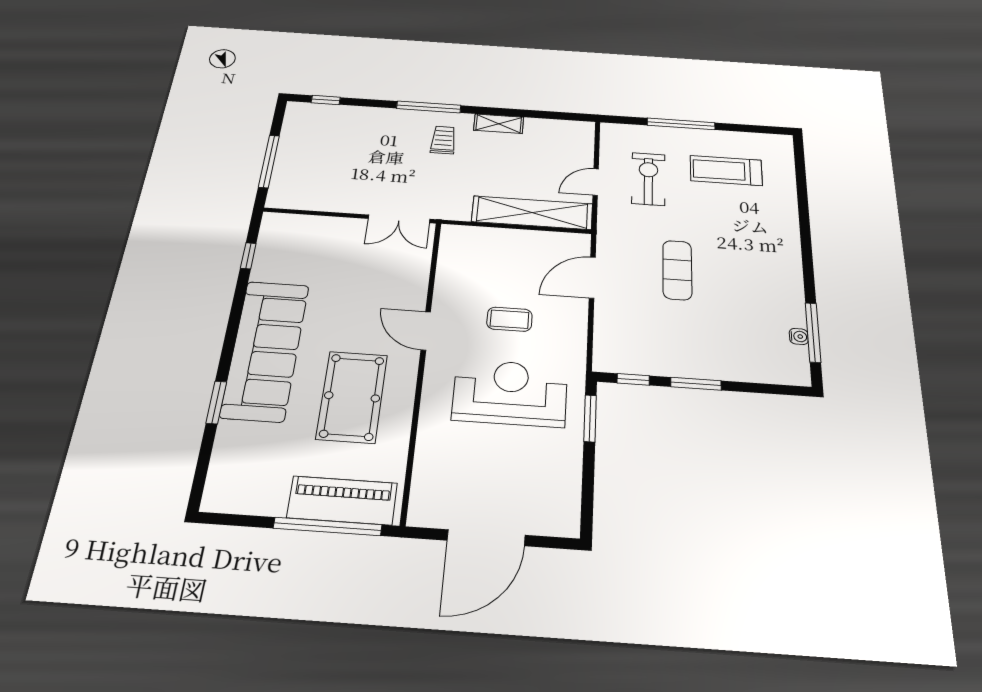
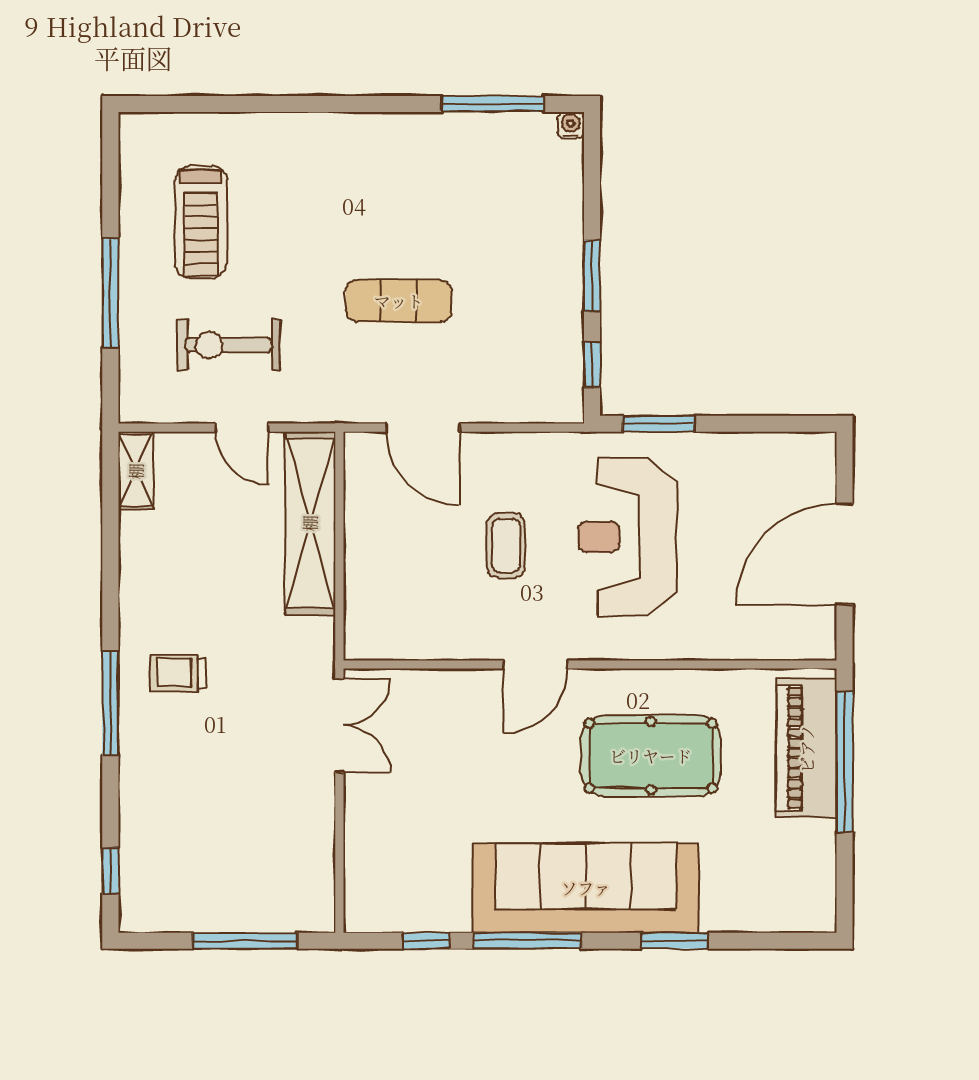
shelving: (499, 124) -> (136, 471), moved
window: (236, 313) -> (527, 941), added
water cooler: (799, 336) -> (571, 125), moved
door: (486, 538) -> (845, 554), swing flipped

